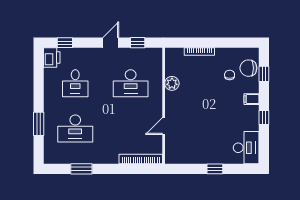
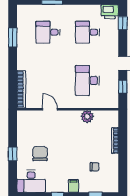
chair: (248, 68) -> (40, 154), moved
desk: (75, 128) -> (48, 32), width x0.73

